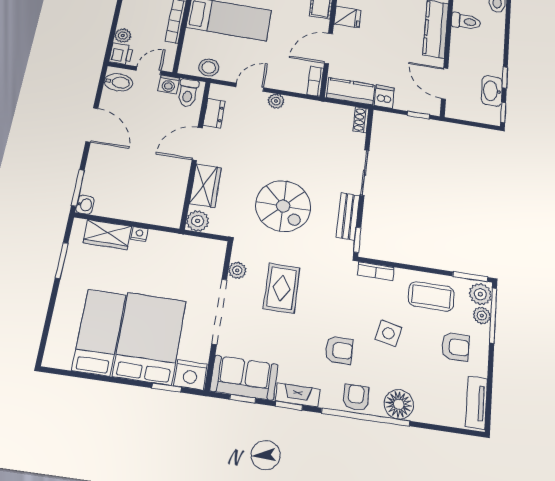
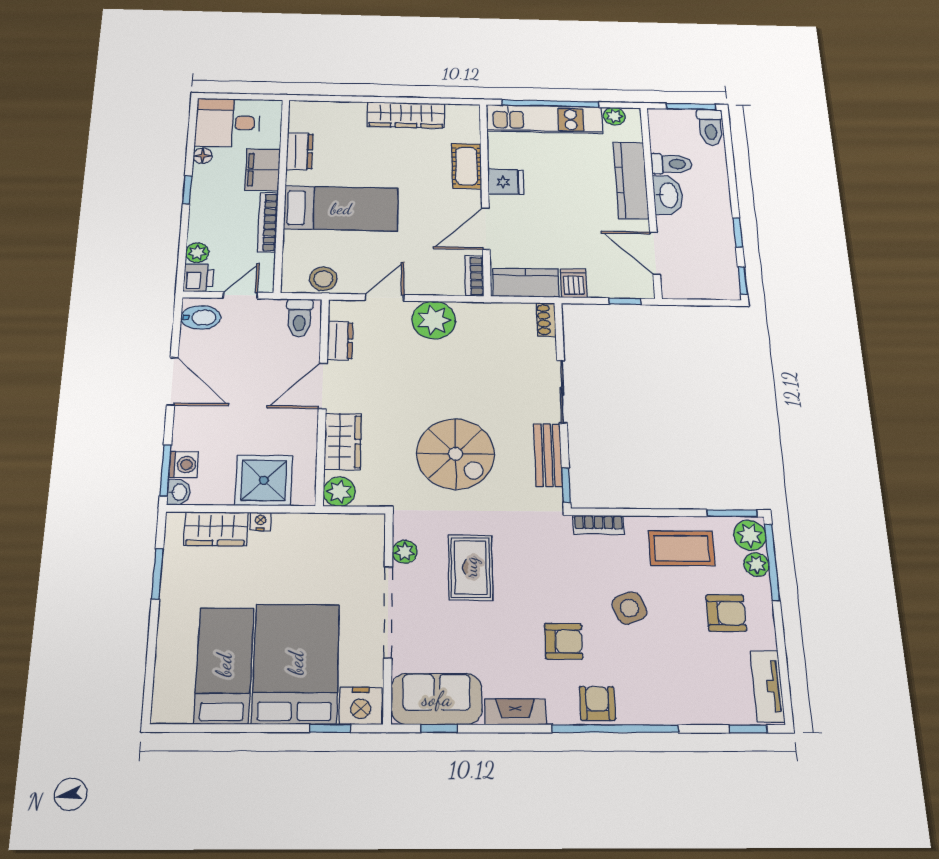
washing machine: (169, 84) -> (184, 465), moved, turned -90
washbasin: (492, 91) -> (668, 195), moved, turned 180
plant: (276, 101) -> (434, 320), width x1.88, depth x1.88
shower: (146, 205) -> (264, 480), added
side table: (388, 333) -> (629, 608), turned -33
floor lamp: (399, 404) -> (659, 704), removed
window: (289, 406) -> (748, 729), moved

